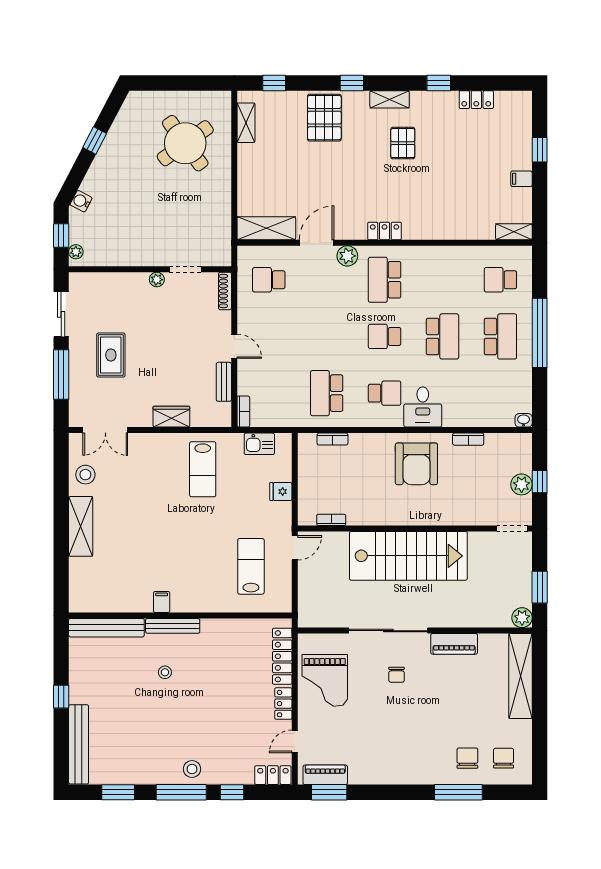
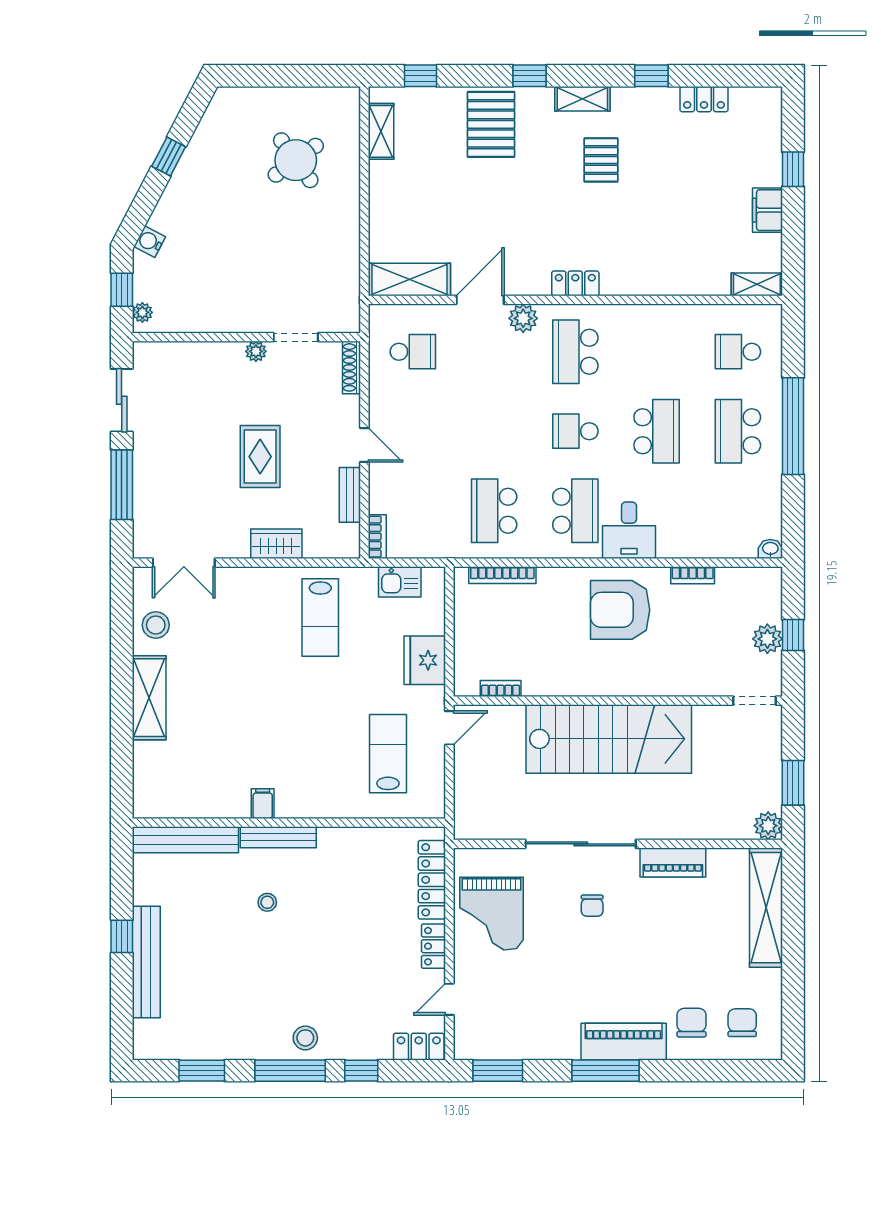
round table: (185, 143) -> (296, 160), width x0.73, depth x0.73
filing cabinet: (522, 179) -> (767, 210), width x2.00
school desk: (269, 280) -> (413, 352), turned 180
school desk: (500, 336) -> (738, 431), turned 180
rug: (111, 355) -> (260, 457), moved
school desk: (385, 393) -> (575, 511), width x1.85
bookcase: (332, 439) -> (502, 575), width x1.56
armchair: (416, 464) -> (620, 610), turned 90
fridge: (281, 492) -> (425, 660), width x1.88, depth x1.34
bench: (79, 744) -> (146, 962), moved
piano: (325, 775) -> (624, 1042), moved, width x1.37, depth x1.33
window: (458, 792) -> (605, 1071), moved

